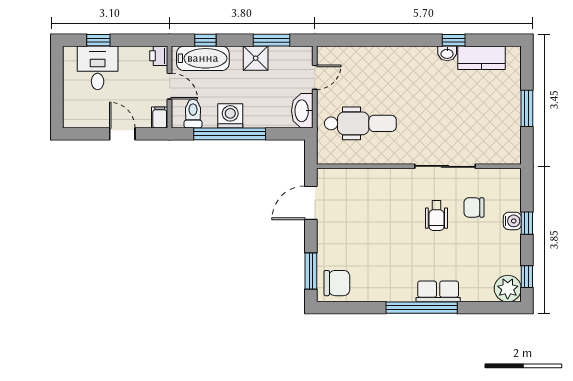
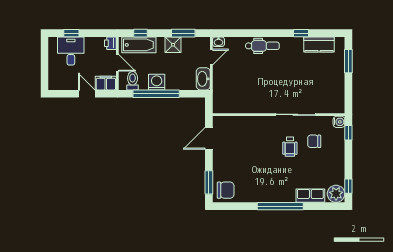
washbasin: (447, 53) -> (218, 42), moved
window: (527, 108) -> (348, 61), moved
filing cabinet: (160, 117) -> (106, 83), width x2.00
dental chair: (360, 123) -> (262, 46), moved, width x0.73, depth x0.72
water cooler: (512, 221) -> (339, 122), moved
window: (527, 223) -> (348, 133), moved
row of seats: (438, 291) -> (310, 196), moved

